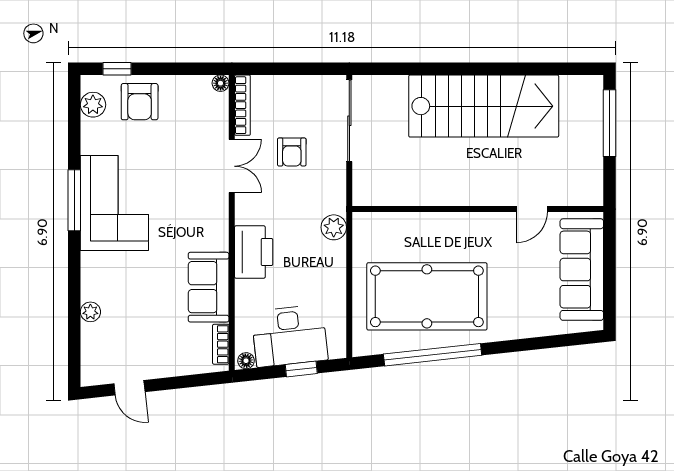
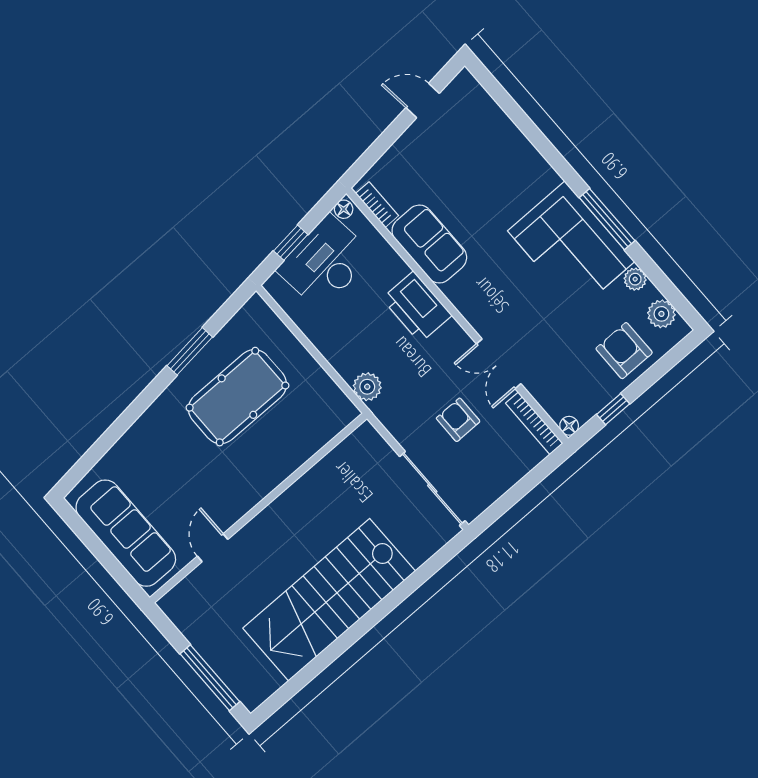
window: (117, 69) -> (613, 409), moved
pool table: (427, 296) -> (237, 397), width x0.73, depth x0.76
plant: (90, 312) -> (635, 279), moved
window: (433, 355) -> (190, 351), width x0.47

